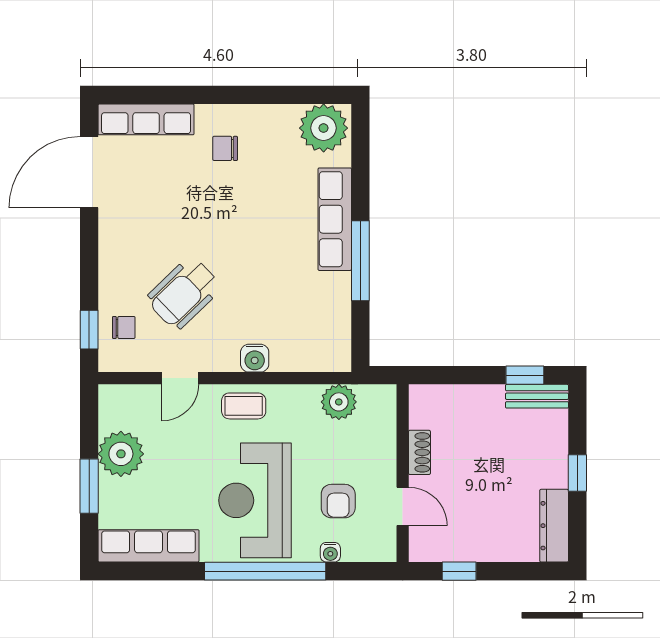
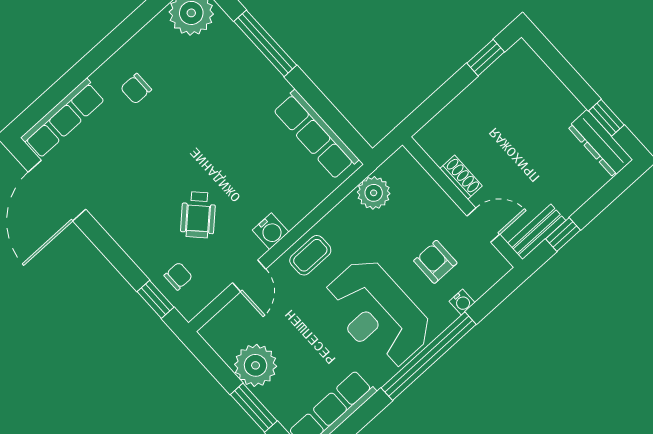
row of seats: (335, 219) -> (316, 135), moved
window: (360, 261) -> (265, 43), moved
wheelchair: (184, 293) -> (198, 215), width x0.73, depth x0.73
water cooler: (255, 358) -> (271, 231), moved
bench: (537, 396) -> (537, 232), moved
window: (577, 473) -> (606, 118), moved
armchair: (338, 501) -> (435, 262), turned 180

